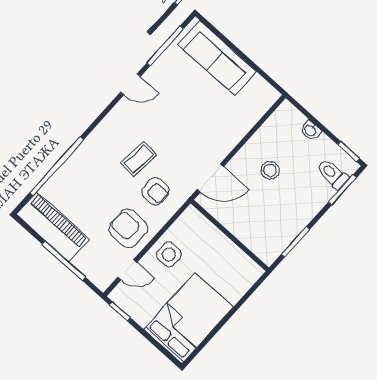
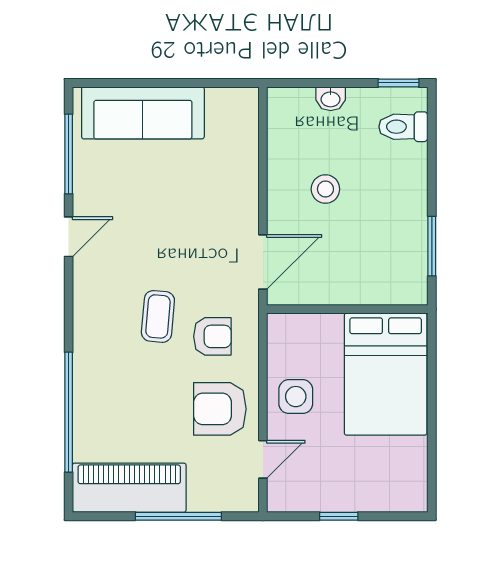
window: (343, 190) -> (432, 135), removed
window: (120, 311) -> (339, 516), moved
bed: (188, 318) -> (386, 374), moved, turned 180

